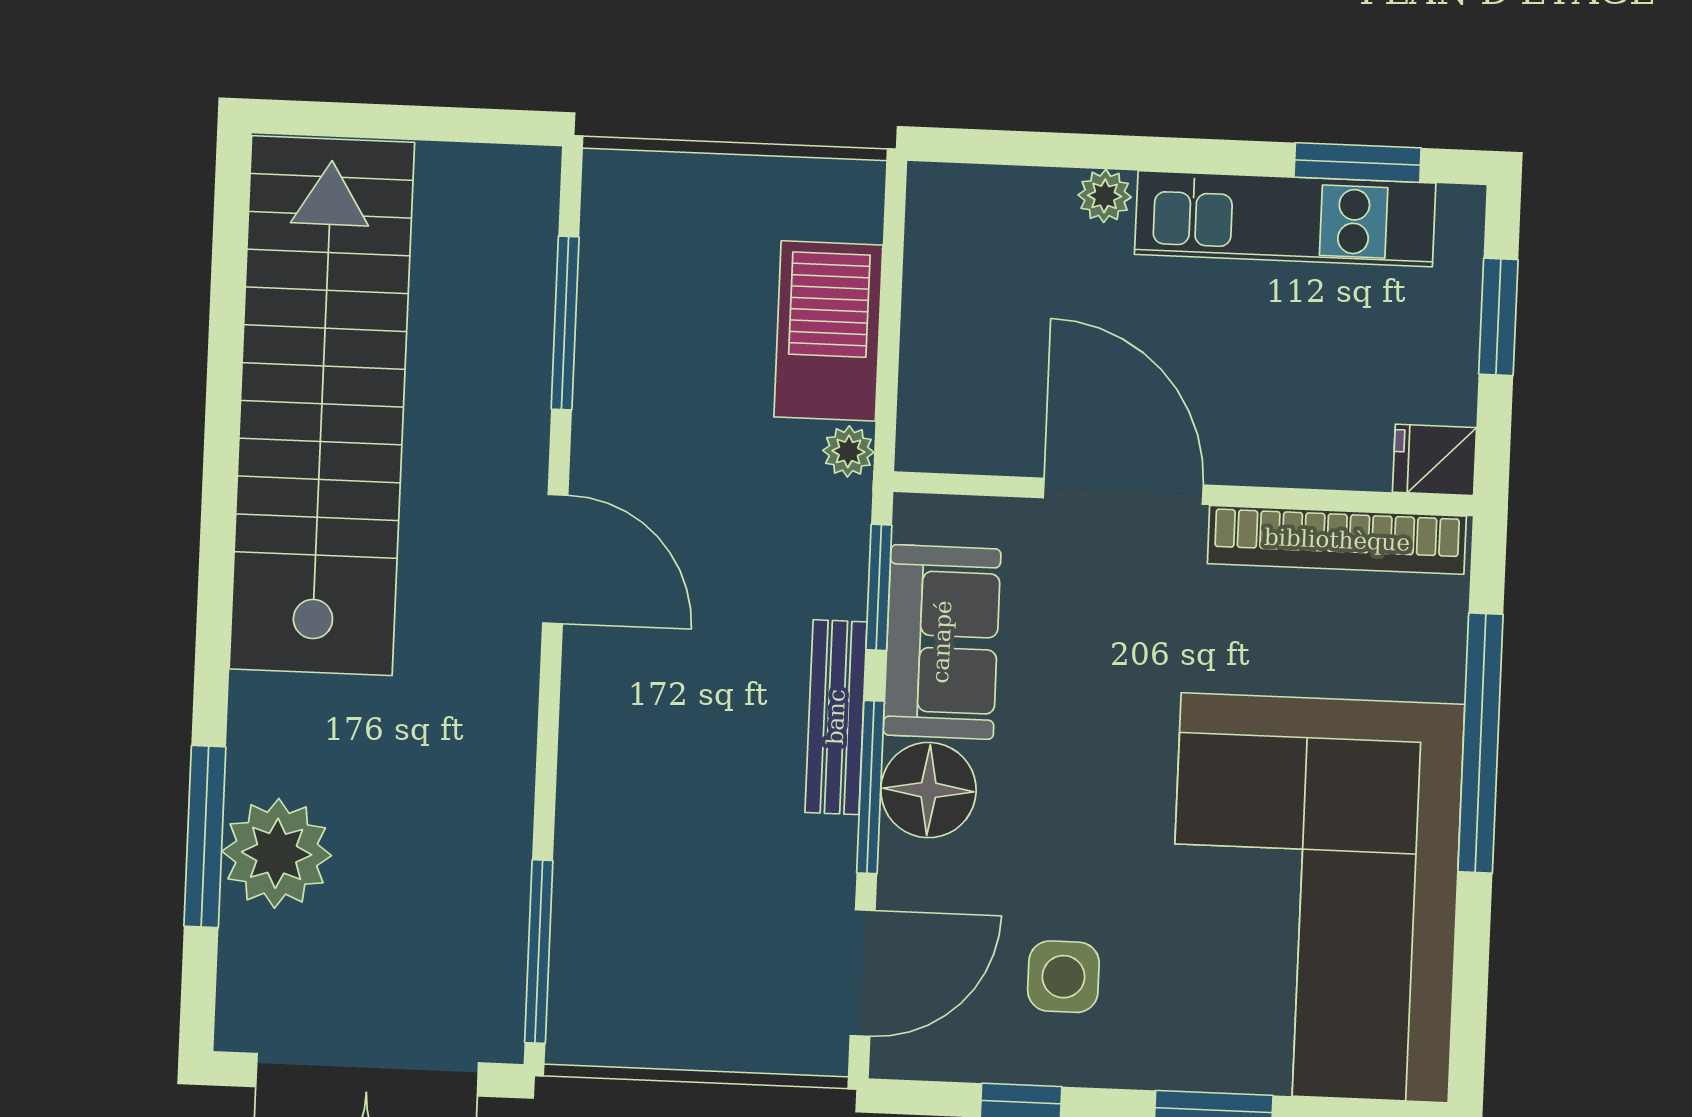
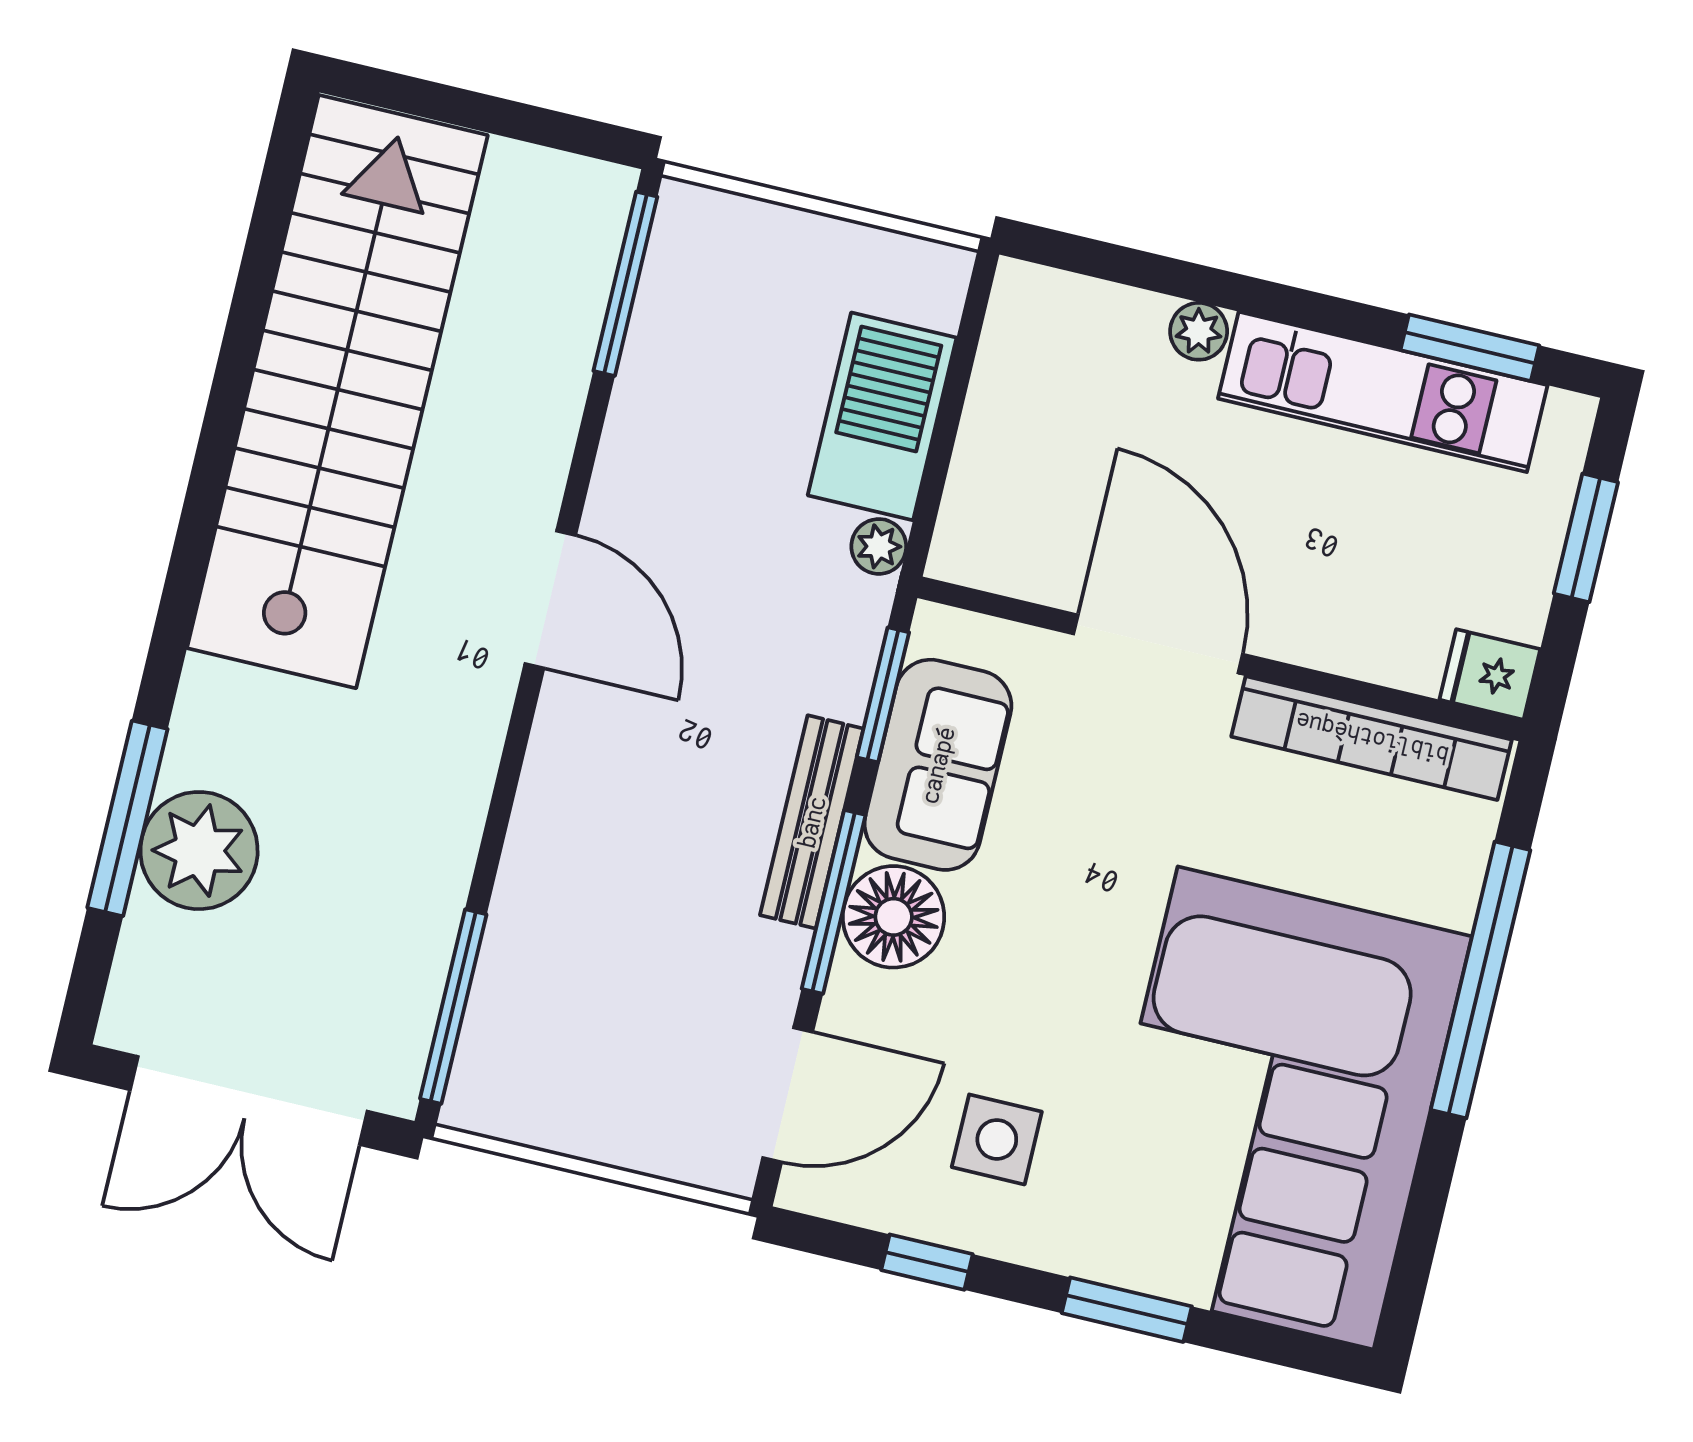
window: (565, 323) -> (625, 284), moved

